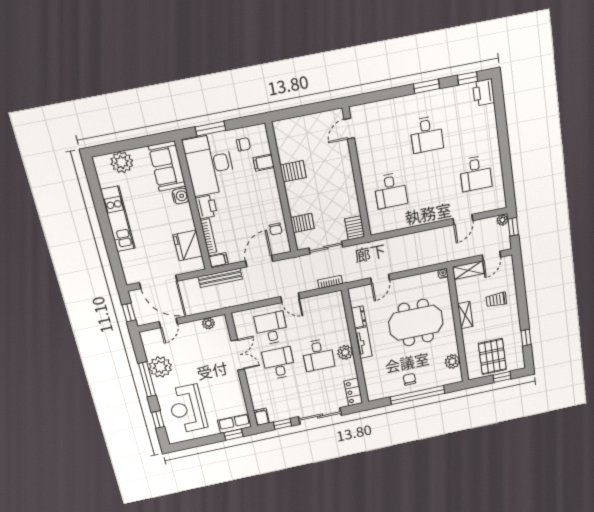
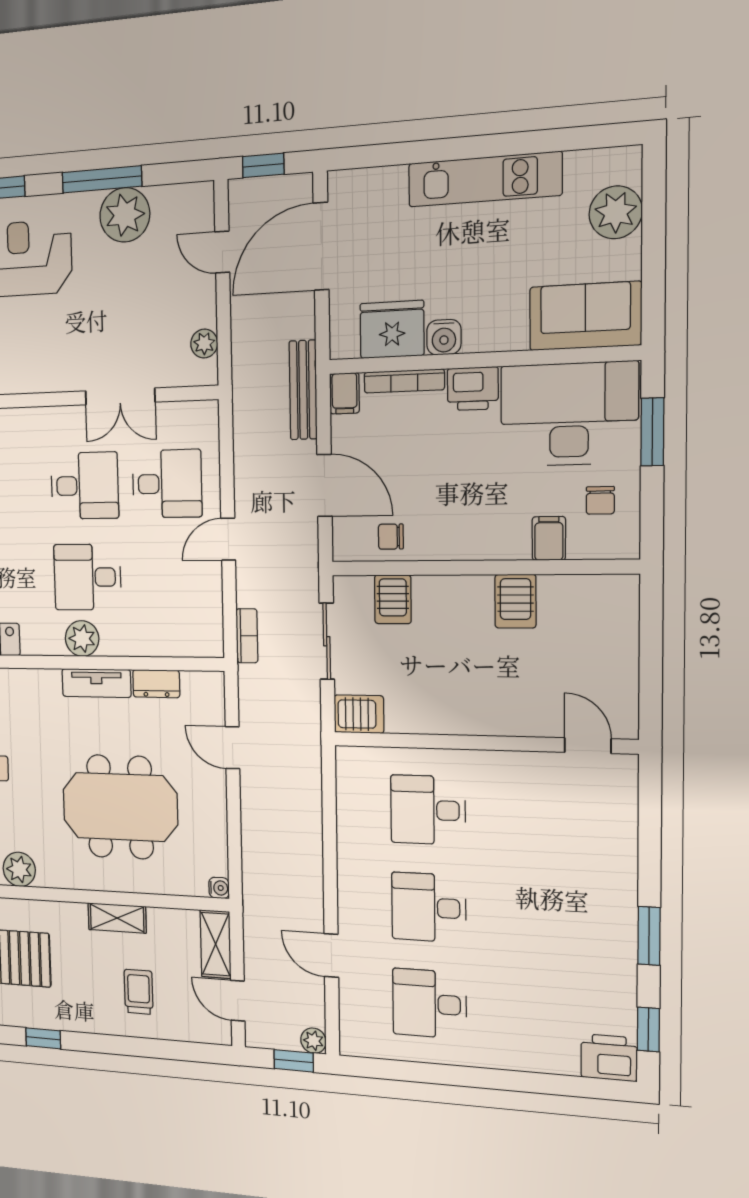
desk: (426, 135) -> (429, 907), moved
water cooler: (180, 196) -> (444, 337), moved
meeting table: (416, 323) -> (120, 807), turned 90

